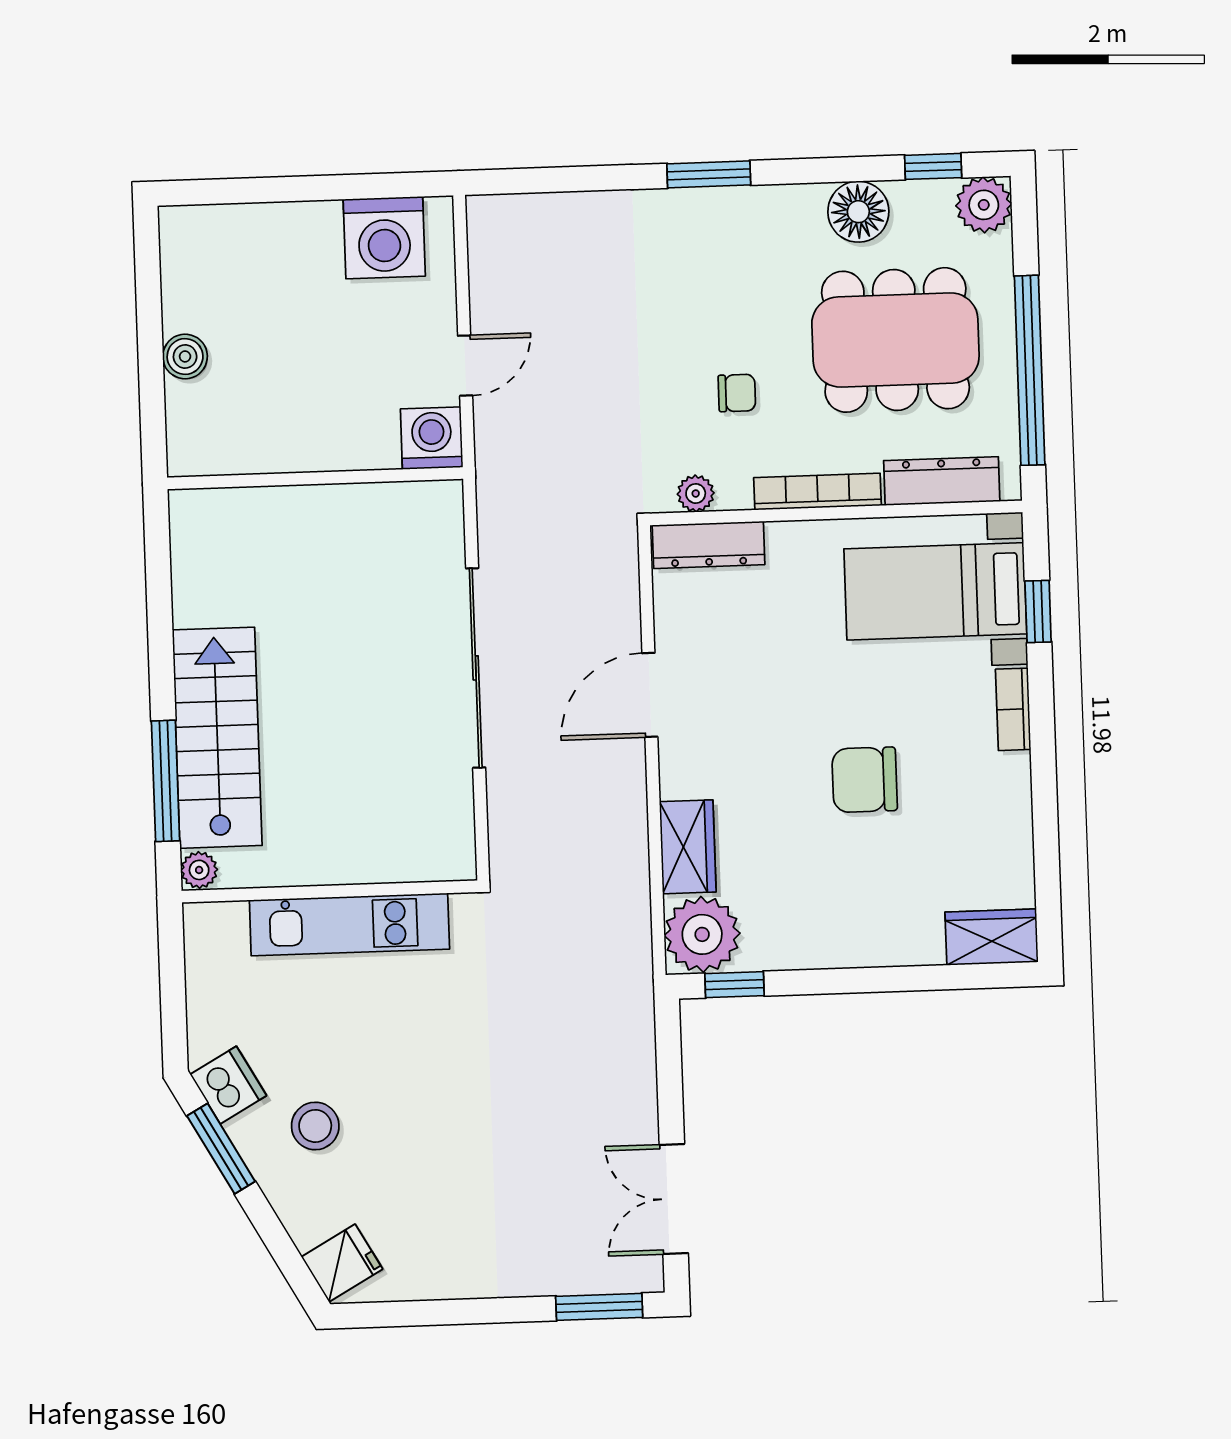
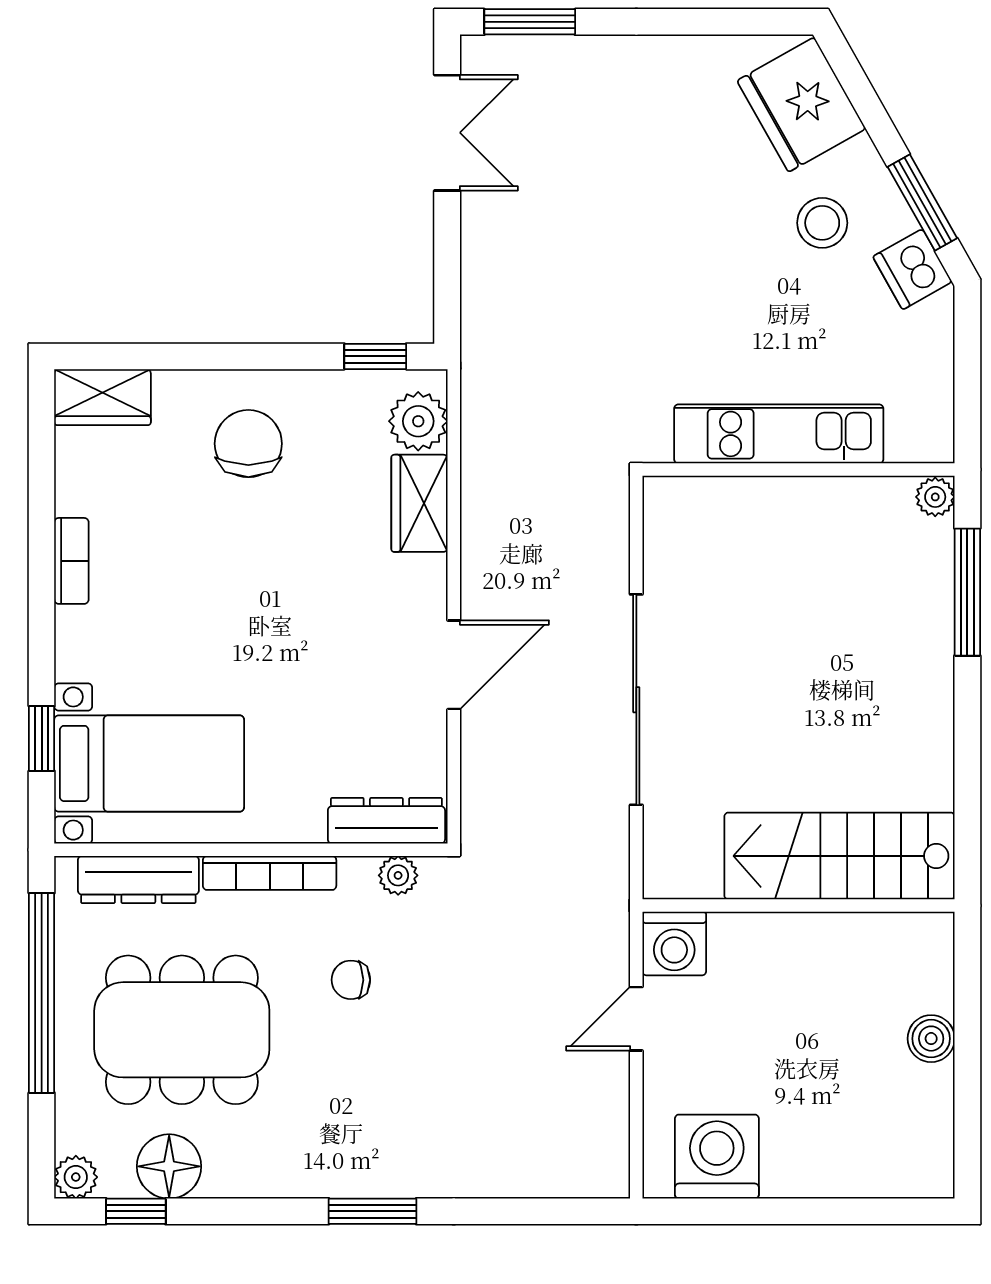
plant: (984, 205) -> (76, 1177), width x0.73, depth x0.73
floor lamp: (858, 212) -> (169, 1166), moved
bookcase: (1013, 709) -> (71, 561), moved
stairs: (217, 738) -> (839, 856), moved, turned 90
chair: (865, 780) -> (248, 444), moved, turned -90
plant: (702, 934) -> (418, 421), width x0.73, depth x0.73
fridge: (342, 1263) -> (801, 105), width x1.88, depth x1.34

